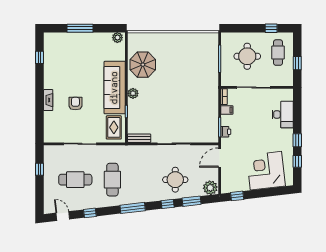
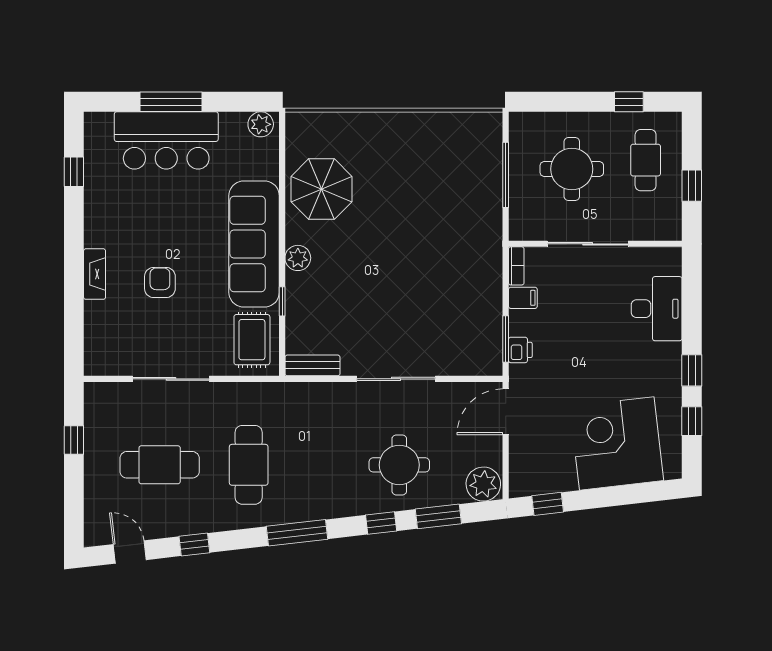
bar counter: (78, 44) -> (166, 140), added

